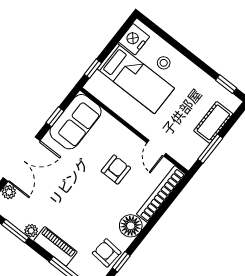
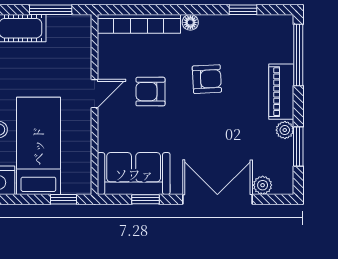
door: (156, 148) -> (94, 94), moved
floor lamp: (131, 226) -> (190, 22), width x0.53, depth x0.53
armchair: (107, 253) -> (207, 79), moved, turned -98

